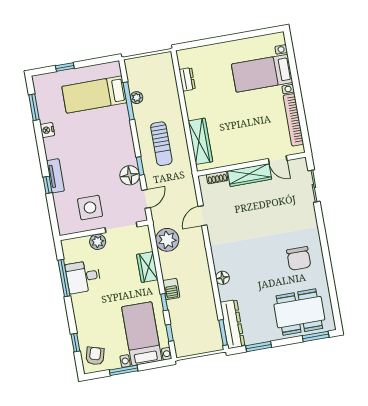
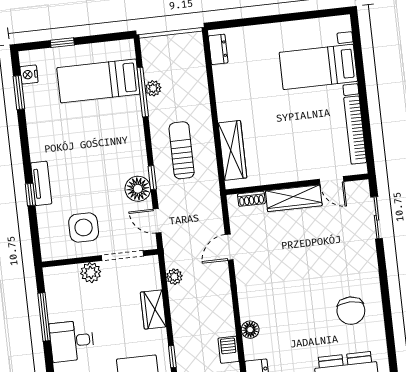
dresser: (187, 79) -> (218, 49), moved
nightstand: (47, 130) -> (29, 75), moved
sun lounger: (161, 144) -> (182, 150), turned 180
door: (146, 199) -> (157, 221), swing flipped
plant: (167, 240) -> (174, 277), width x0.53, depth x0.53
desk: (83, 277) -> (72, 341), moved
barbecue: (171, 289) -> (229, 350), moved, turned 180

